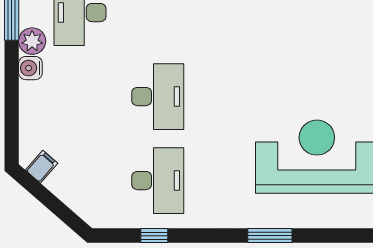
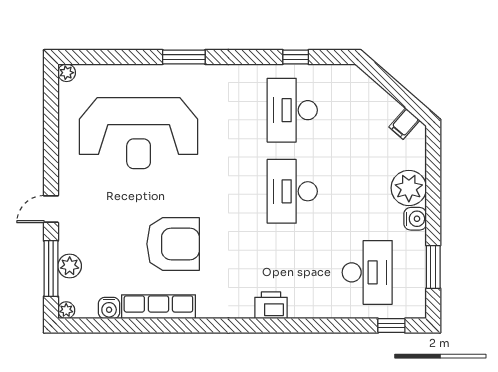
plant: (32, 41) -> (409, 188), moved, width x1.36, depth x1.36
armchair: (281, 42) -> (173, 244), added

